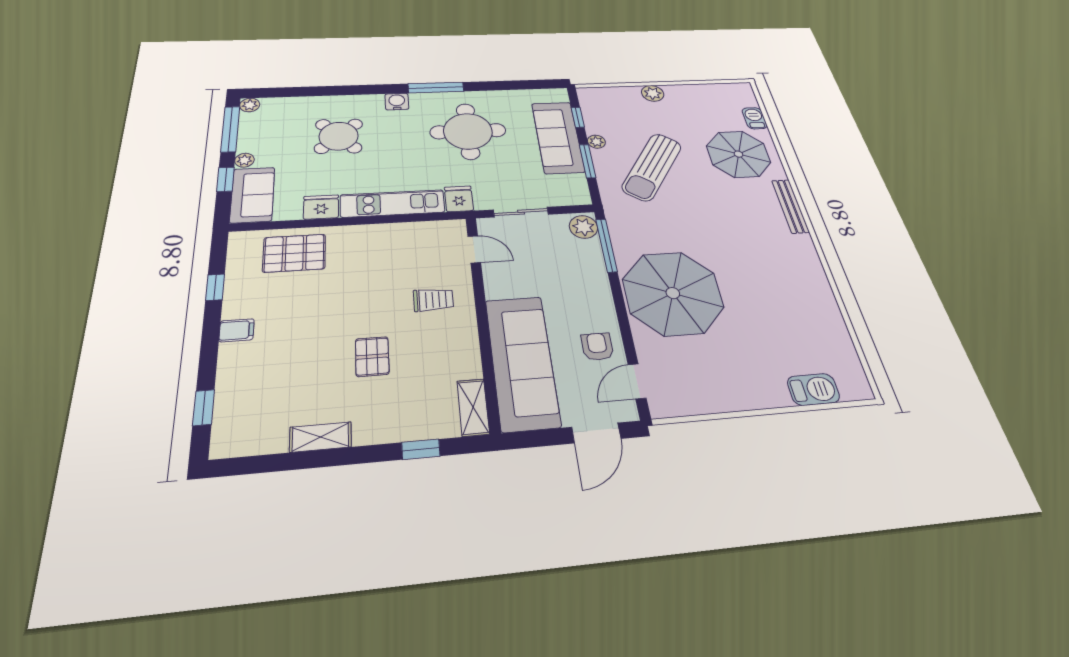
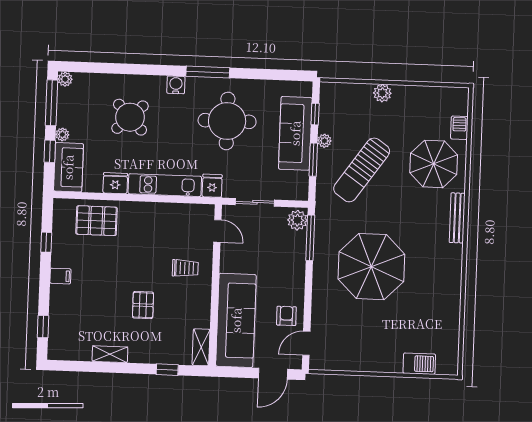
parasol: (673, 293) -> (371, 267), moved

